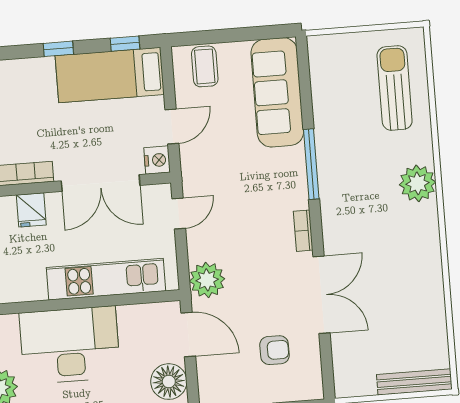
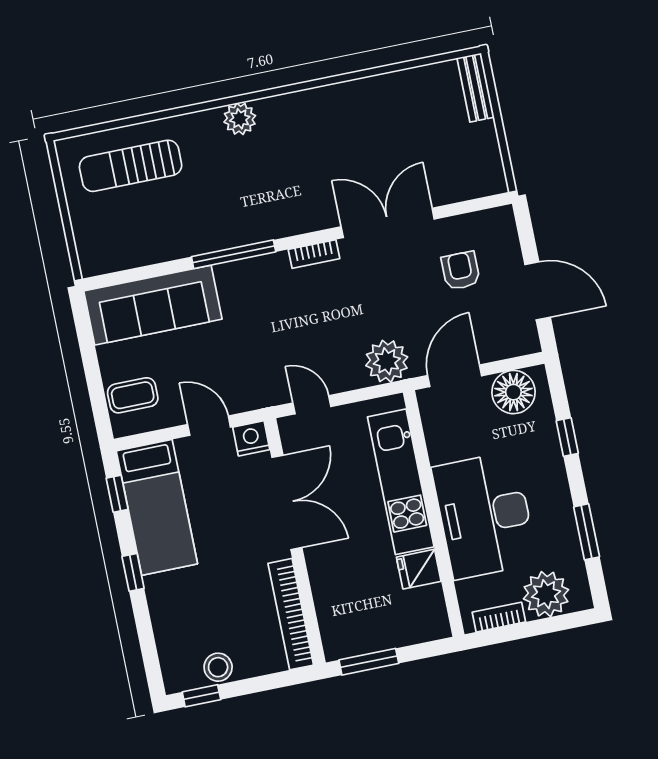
plant: (418, 183) -> (240, 119), width x0.73, depth x0.73
fridge: (31, 210) -> (419, 569), moved, turned 180
bench: (414, 382) -> (476, 88), width x0.73

